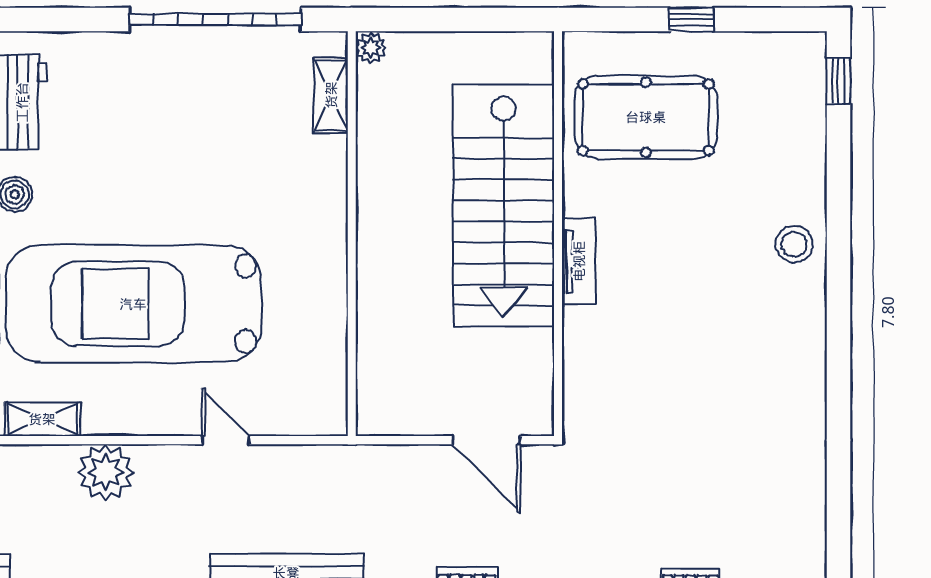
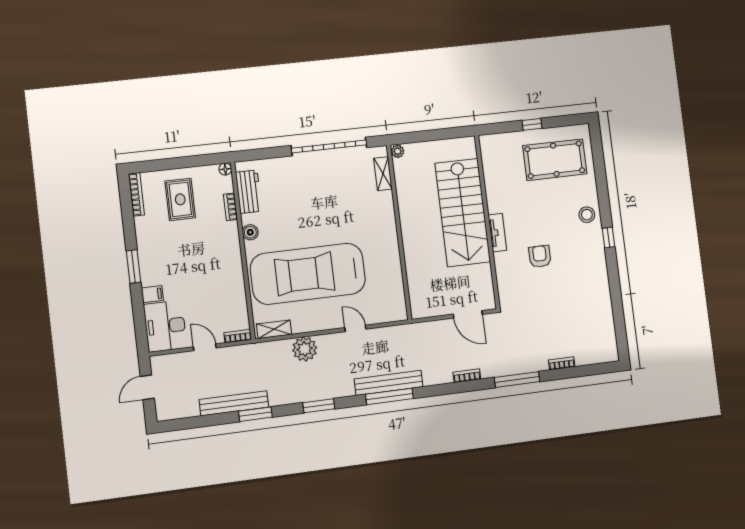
window: (838, 81) -> (608, 238), moved
pool table: (646, 117) -> (555, 160), moved
armchair: (671, 328) -> (540, 256), added

